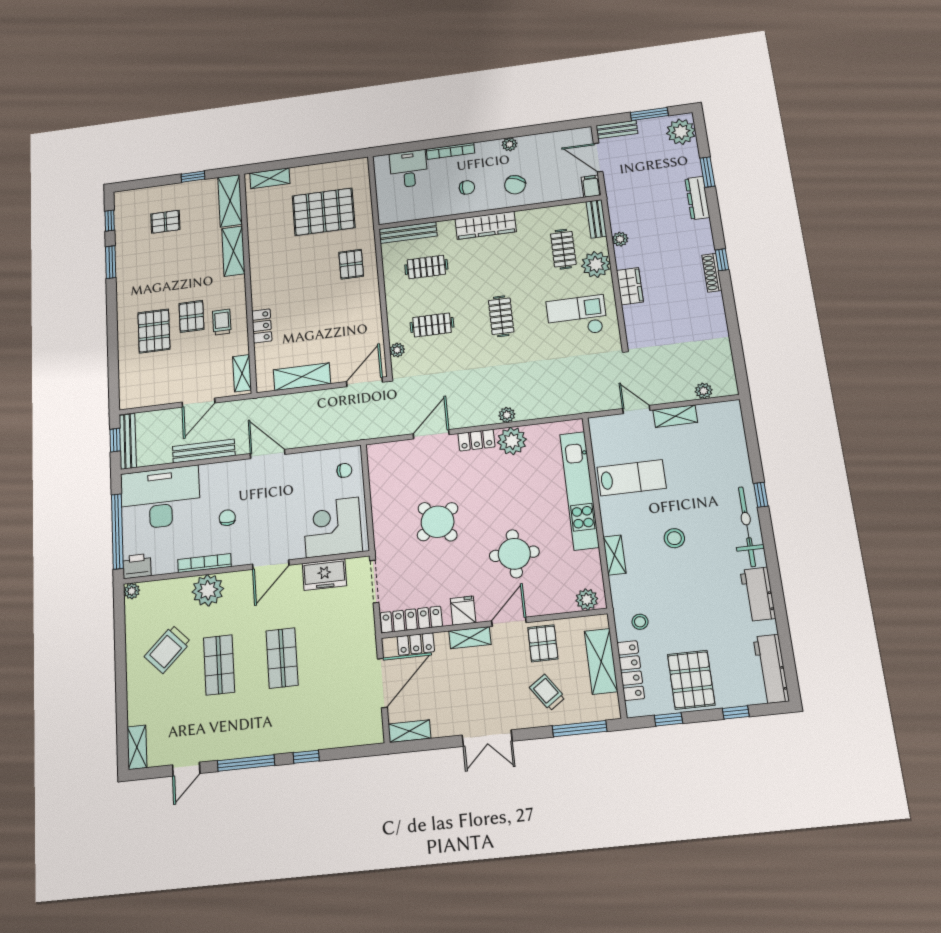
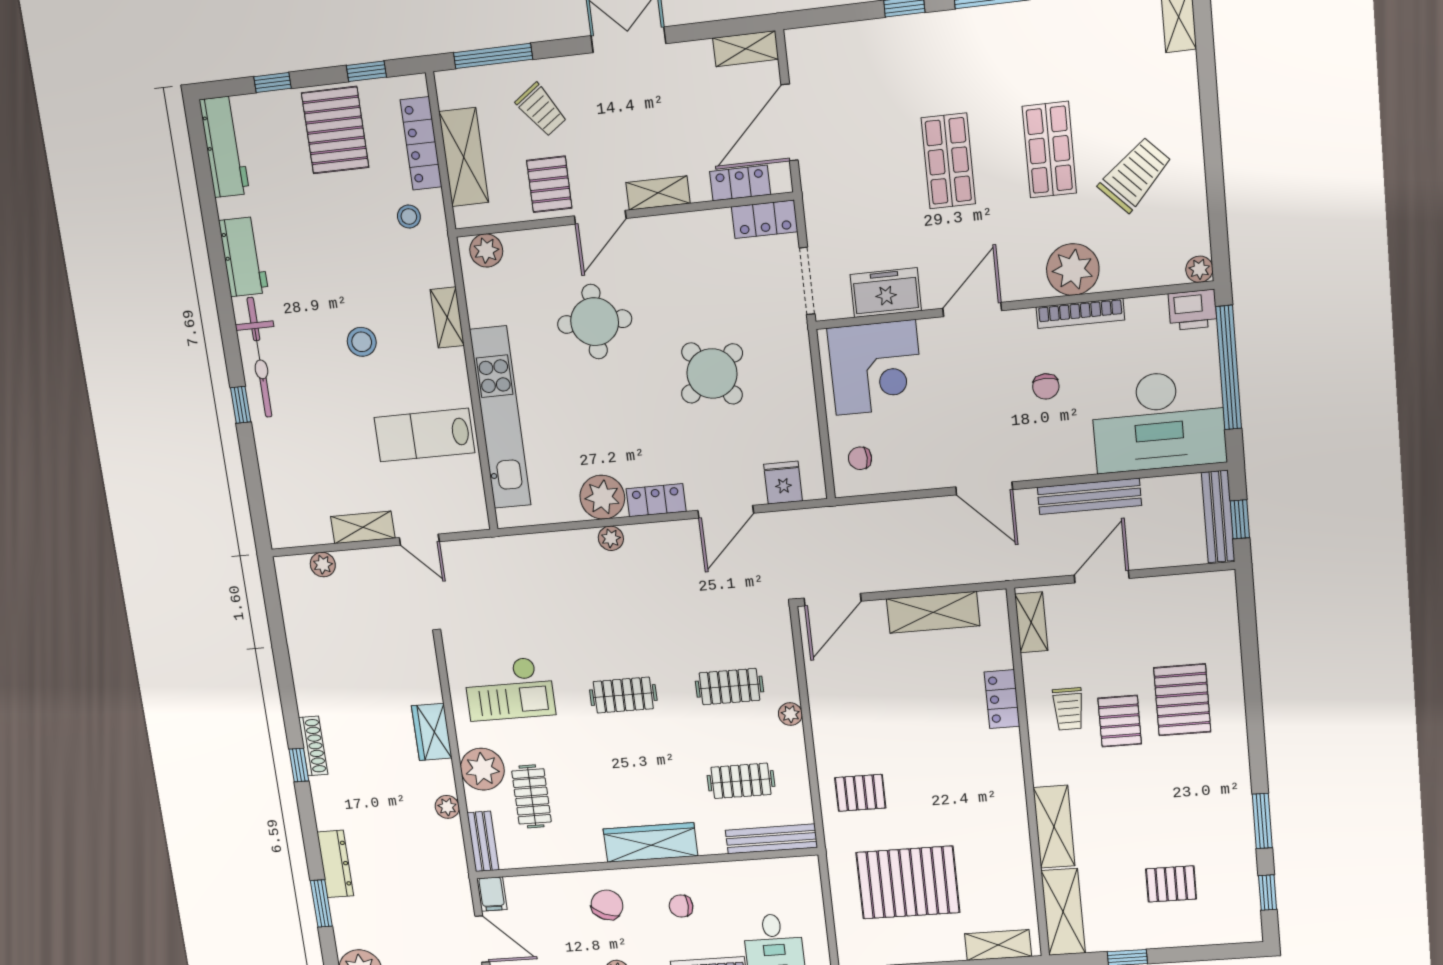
pallet: (351, 264) -> (860, 793), turned 90
clothes rail: (501, 316) -> (623, 695), turned 90
plant: (397, 350) -> (790, 714), moved
fridge: (463, 611) -> (783, 483), moved, turned 180
locker: (411, 620) -> (765, 219), width x0.66

